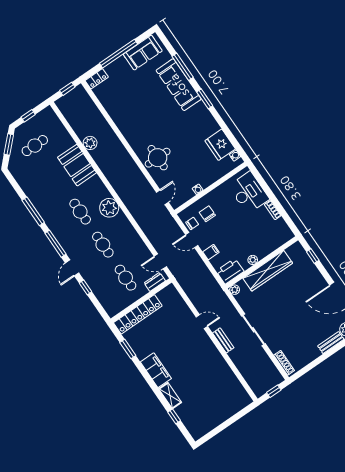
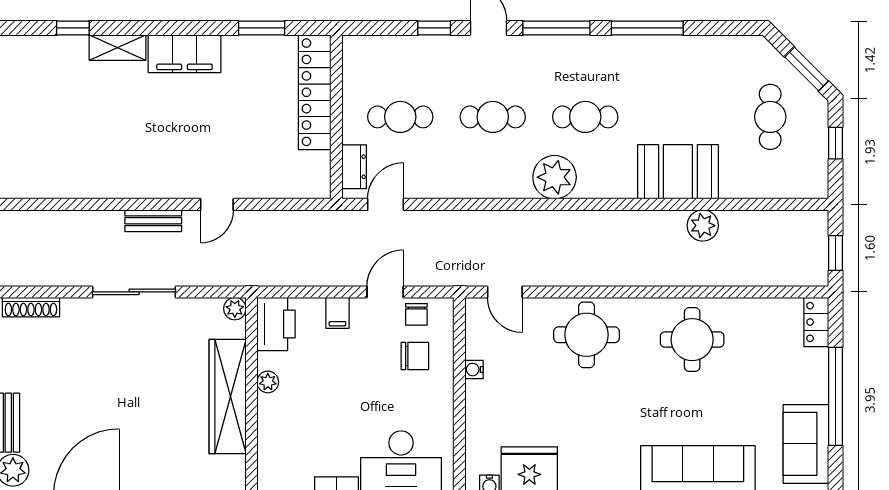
round table: (133, 119) -> (692, 340), added

